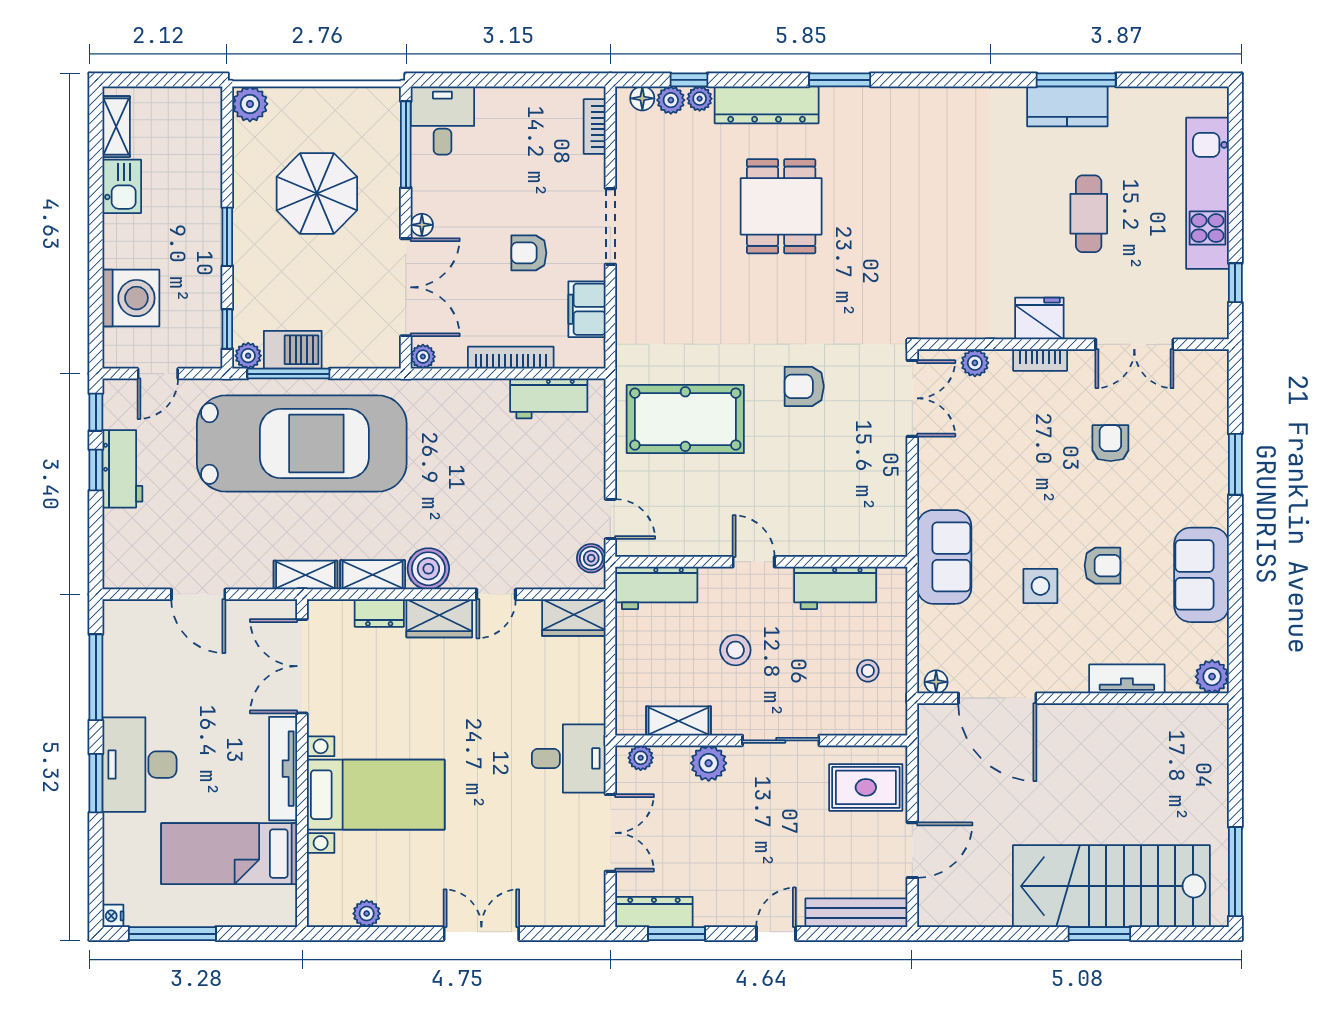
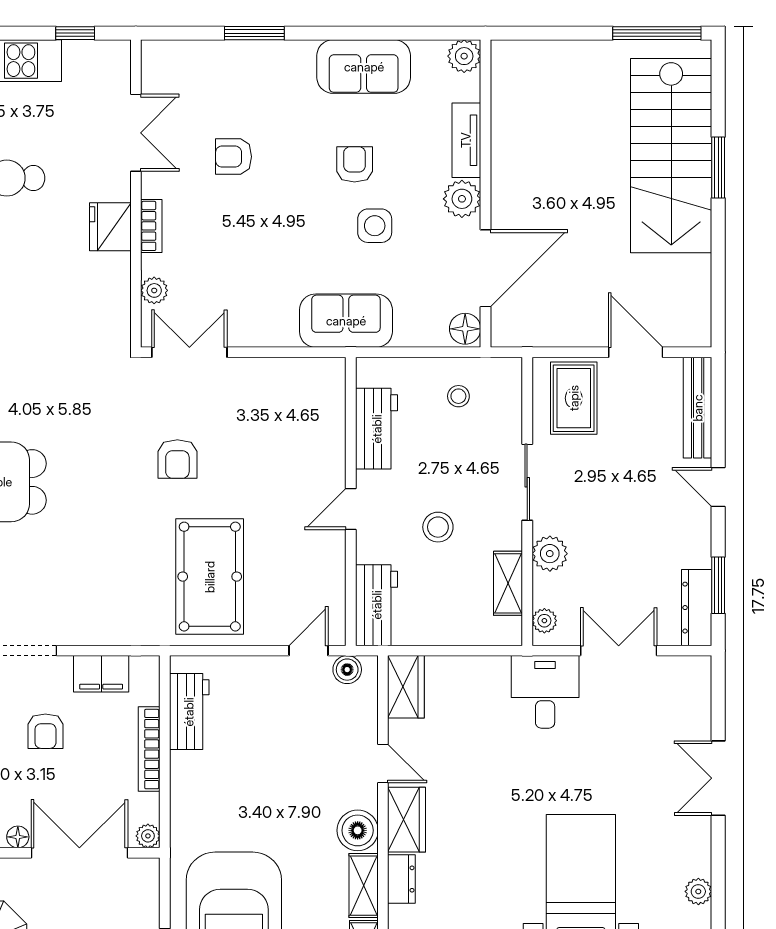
plant: (1068, 674) -> (462, 199), added
floor lamp: (936, 682) -> (465, 329), width x1.37, depth x1.37

